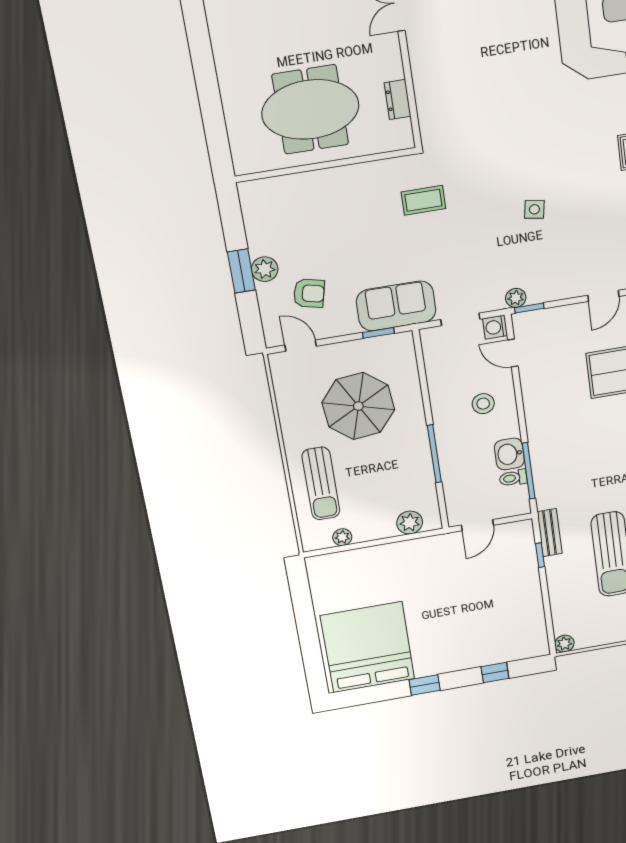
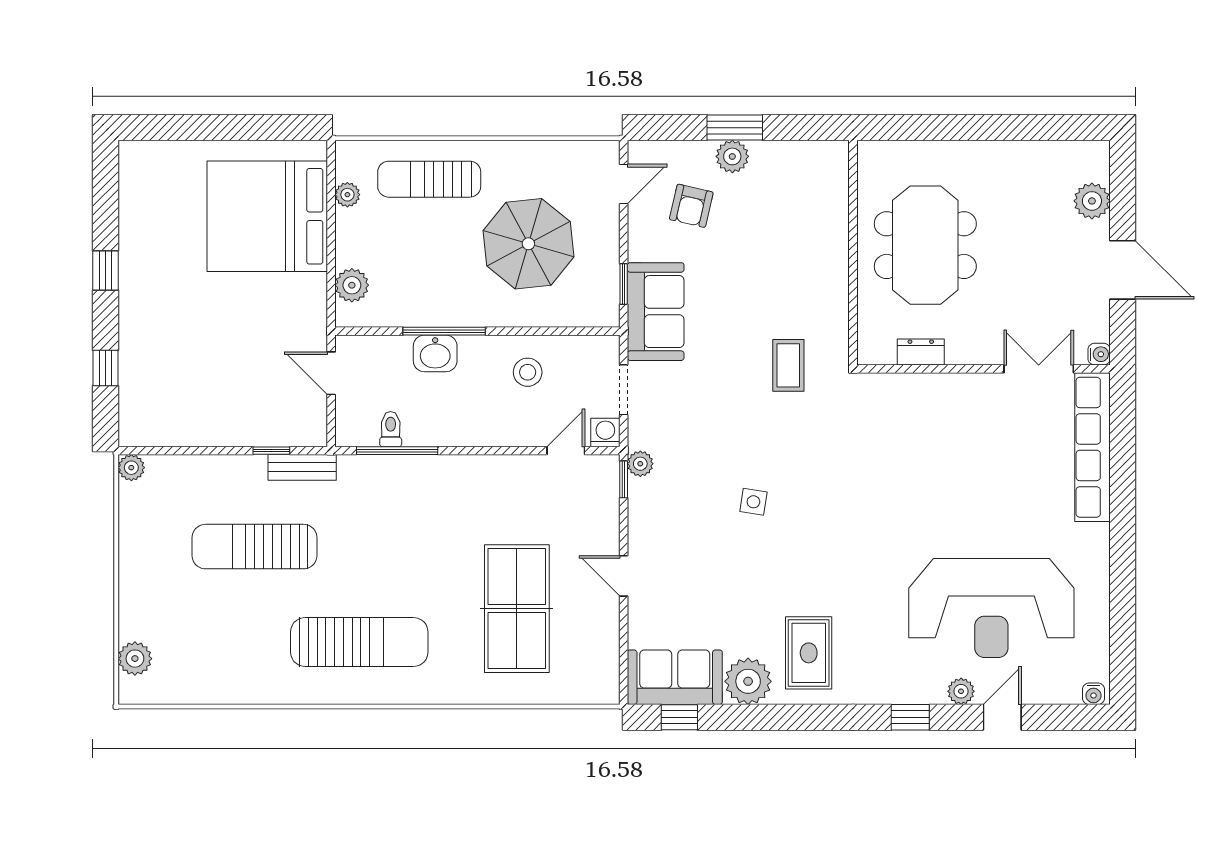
stool: (483, 404) -> (528, 372), moved
washbasin: (509, 454) -> (435, 353), moved, turned 180
bed: (368, 647) -> (267, 216), moved, turned 180

